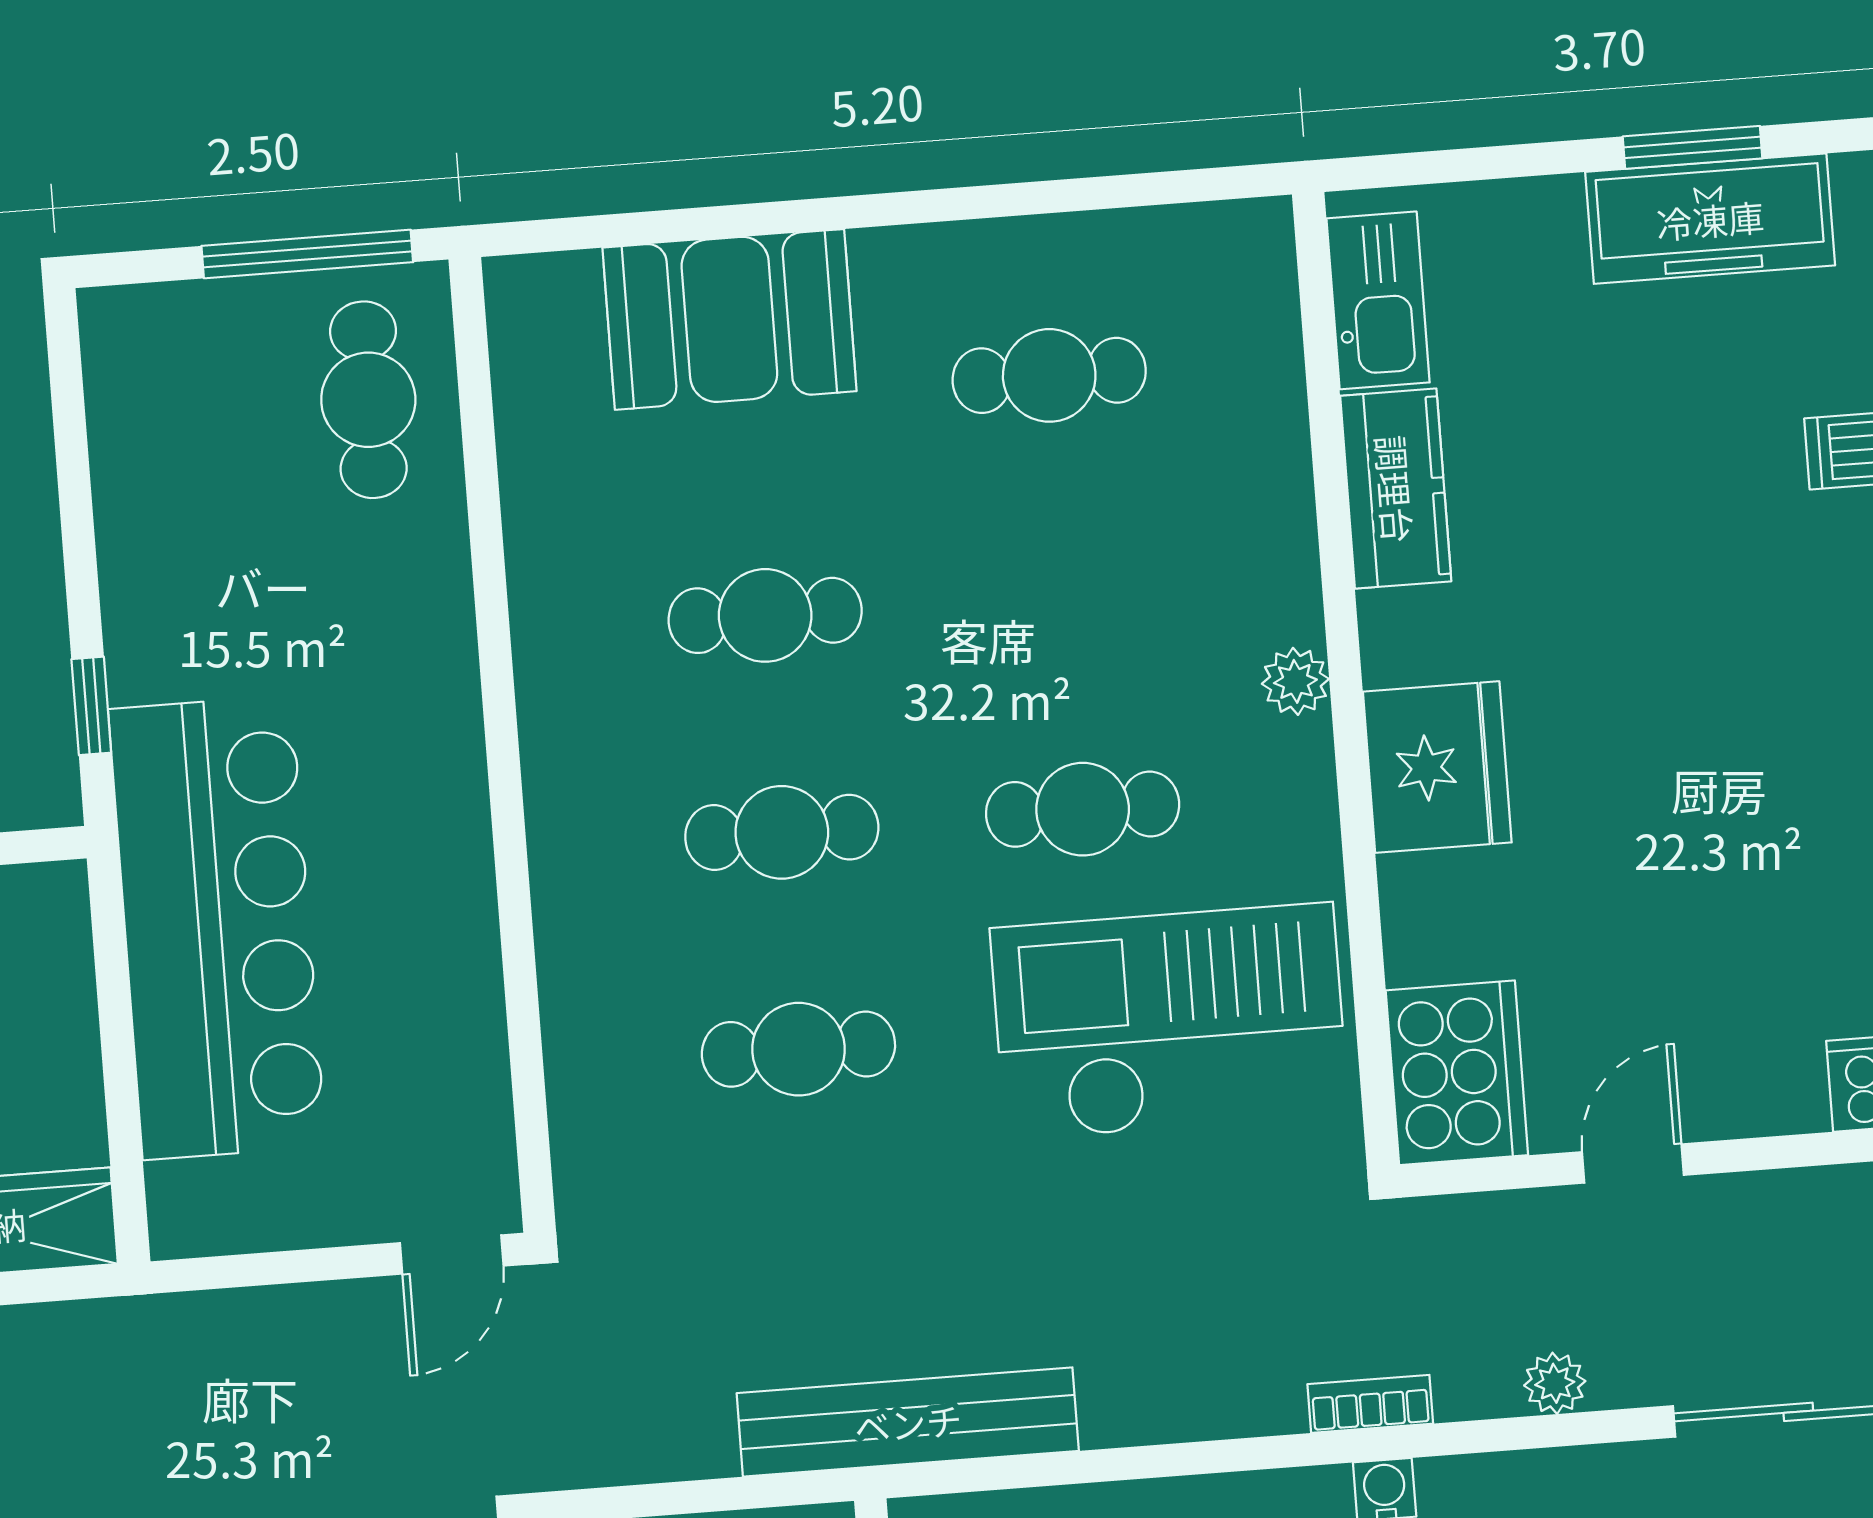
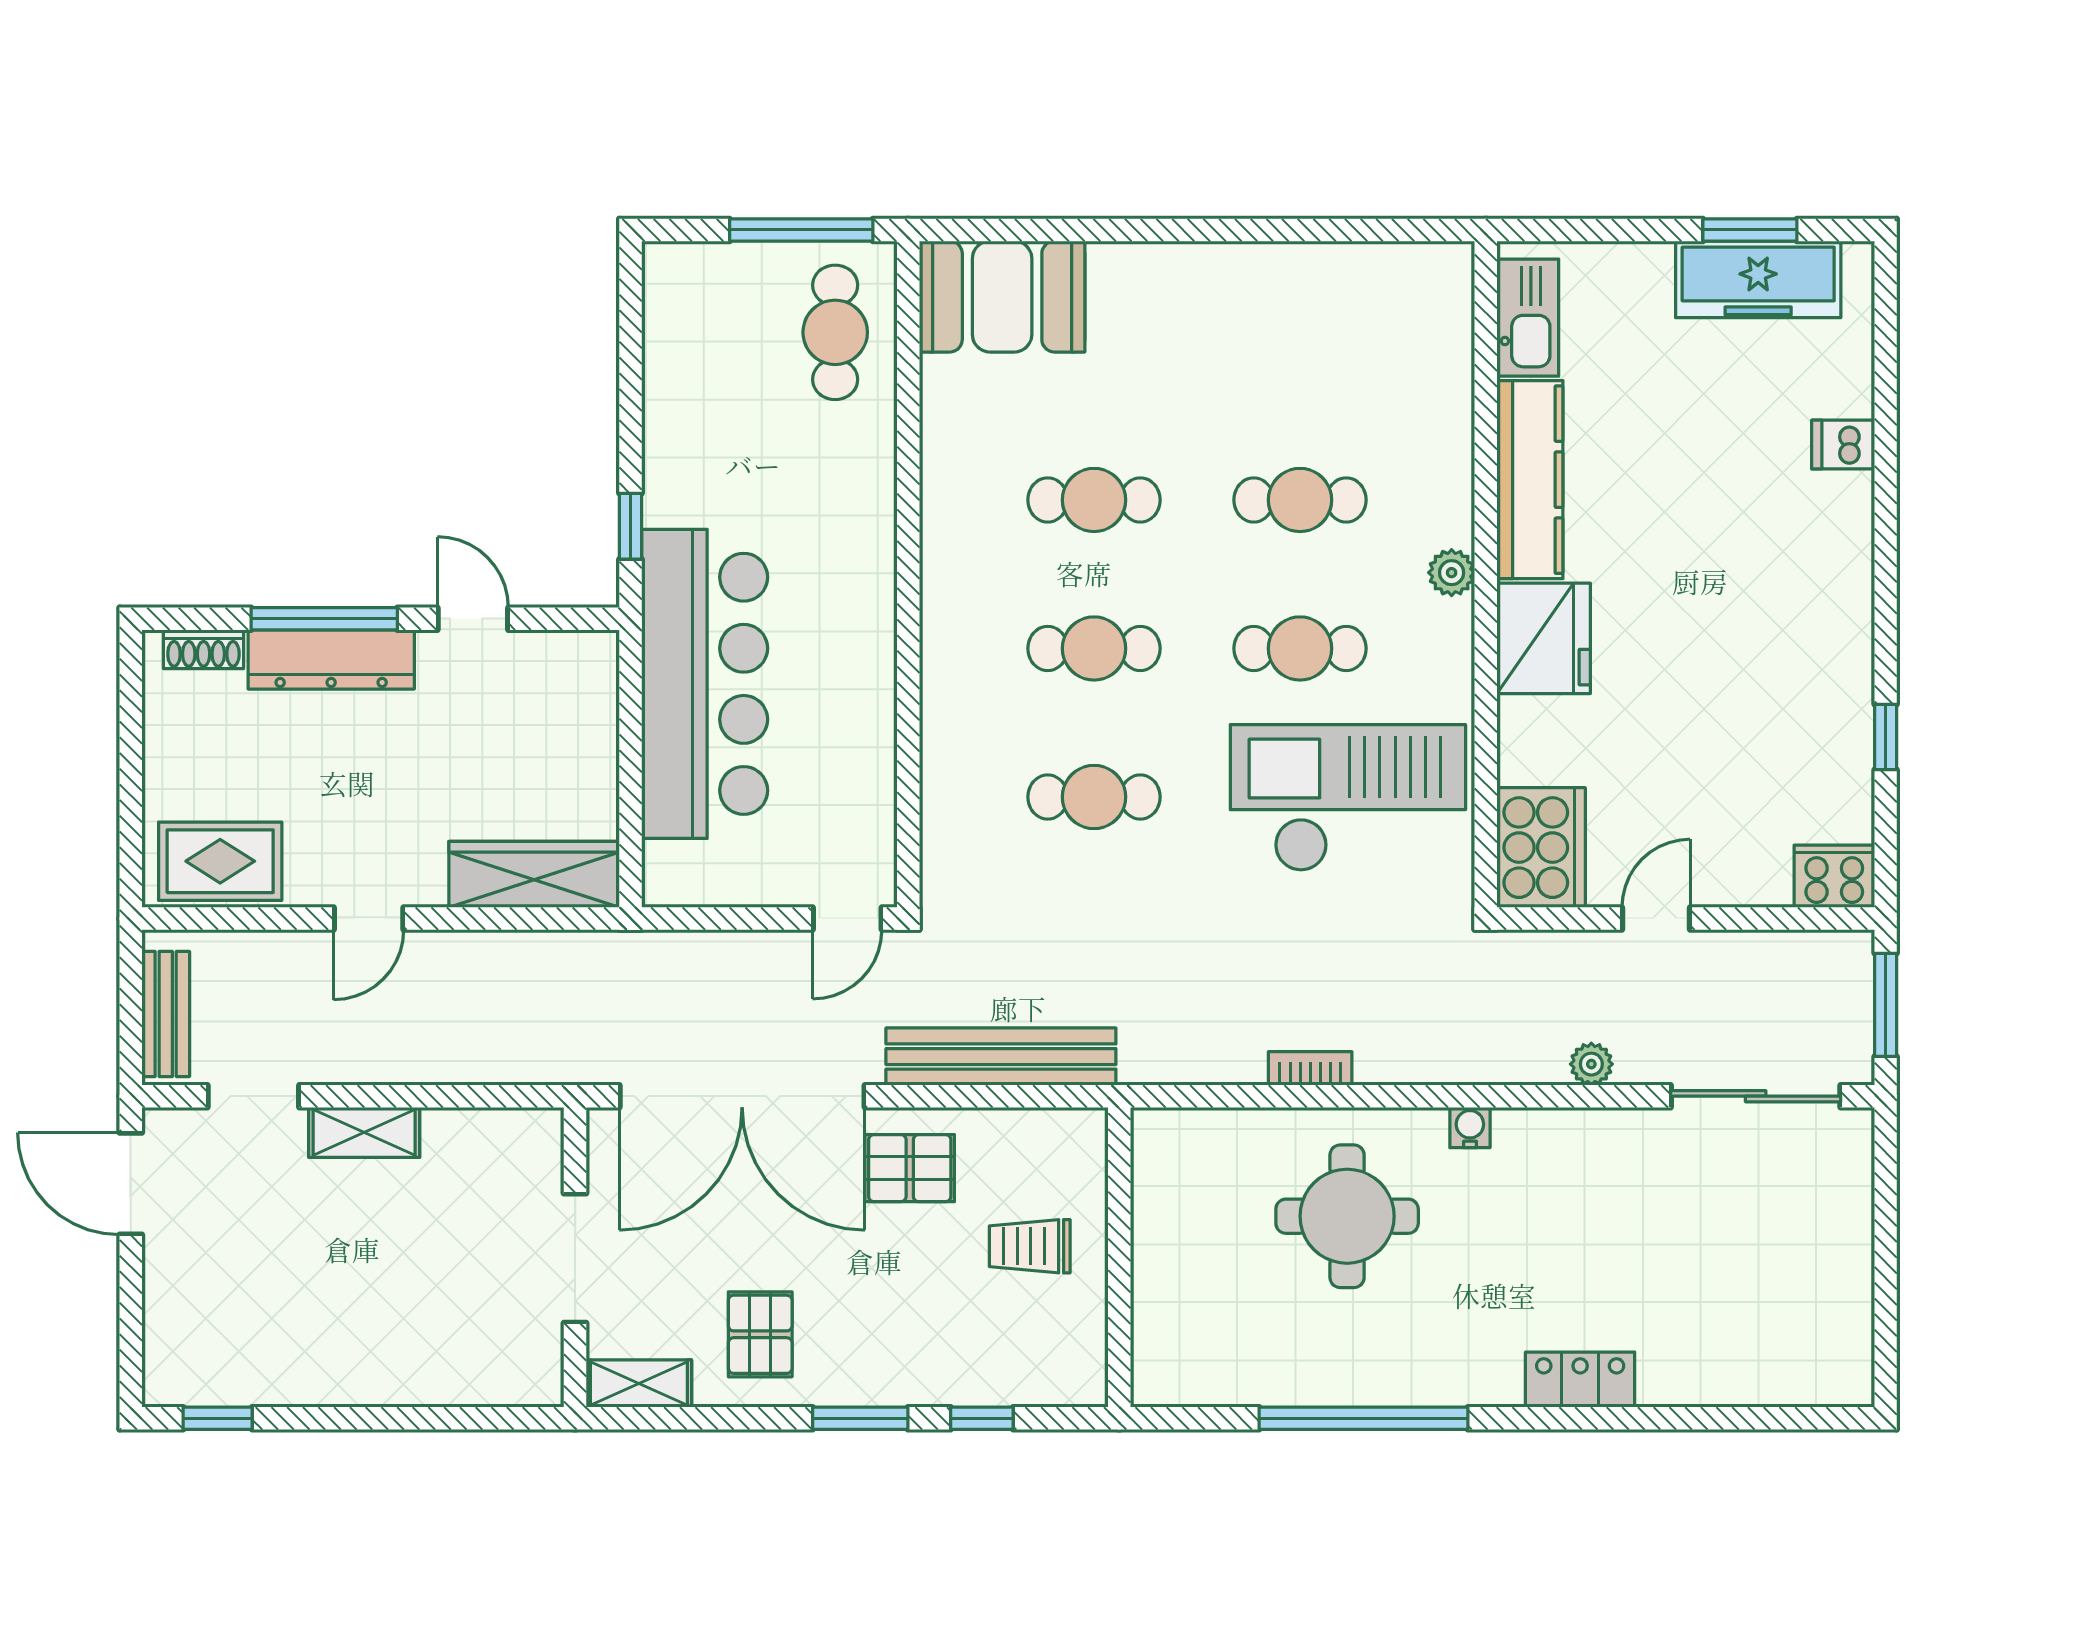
booth: (729, 319) -> (1002, 297), moved
cafe table: (1049, 375) -> (1300, 500), moved
kitchen counter: (1396, 489) -> (1530, 480), width x1.50
bookcase: (1370, 1404) -> (1310, 1068), moved
bench: (908, 1422) -> (1001, 1057), moved

